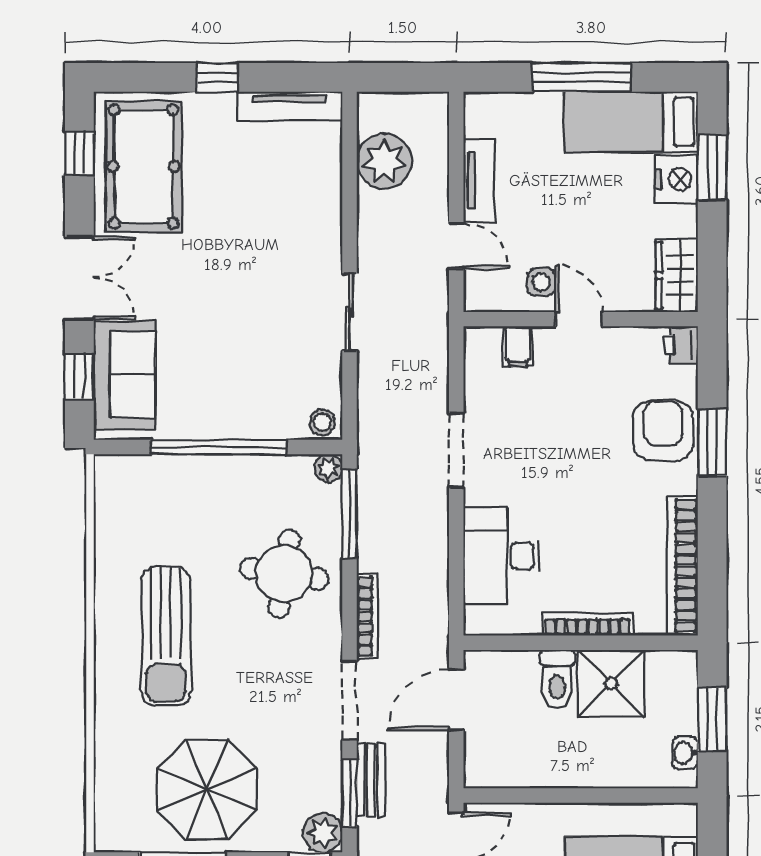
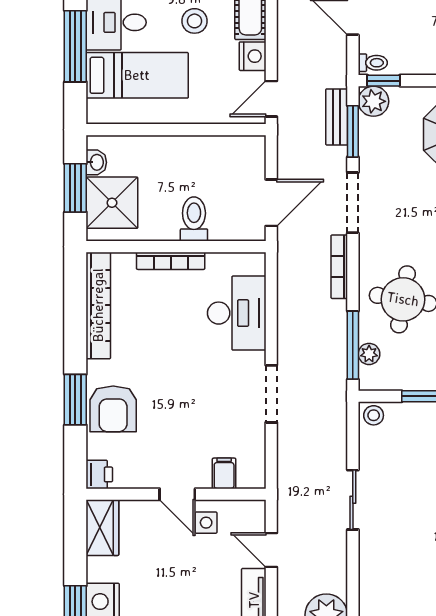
plant: (328, 468) -> (369, 354), moved
shower: (611, 683) -> (112, 203), moved
bench: (371, 780) -> (337, 117), moved

